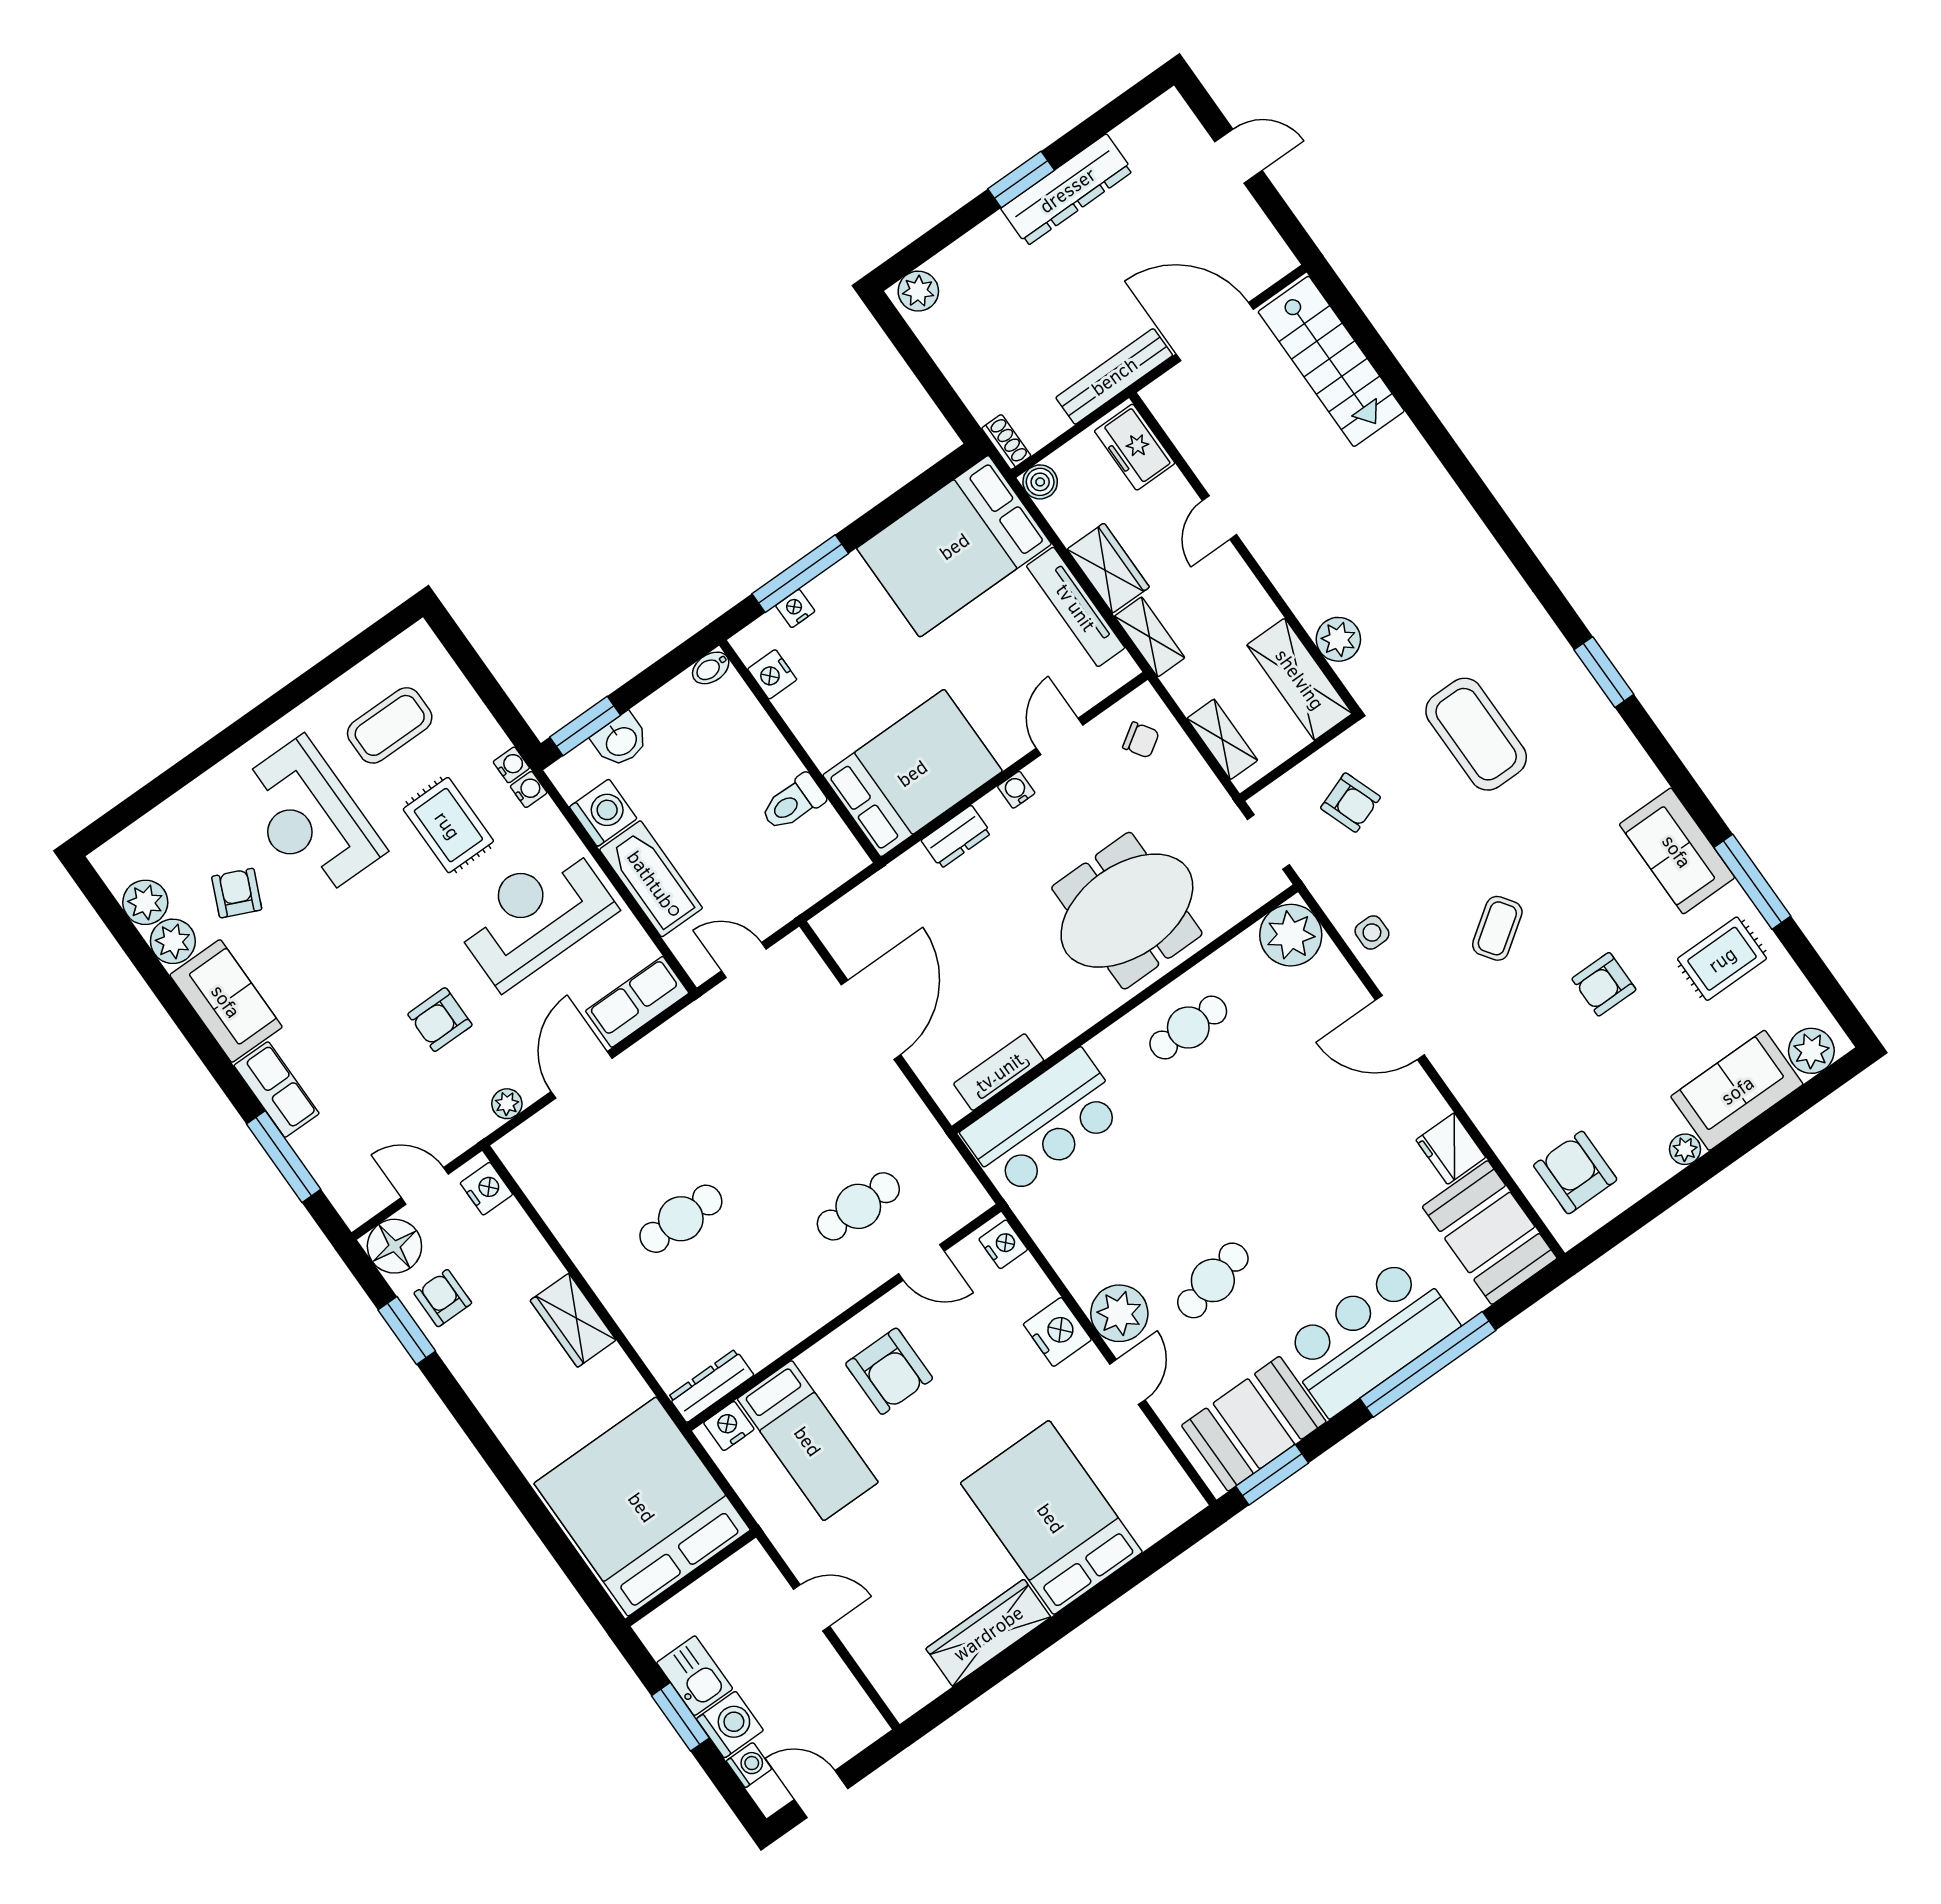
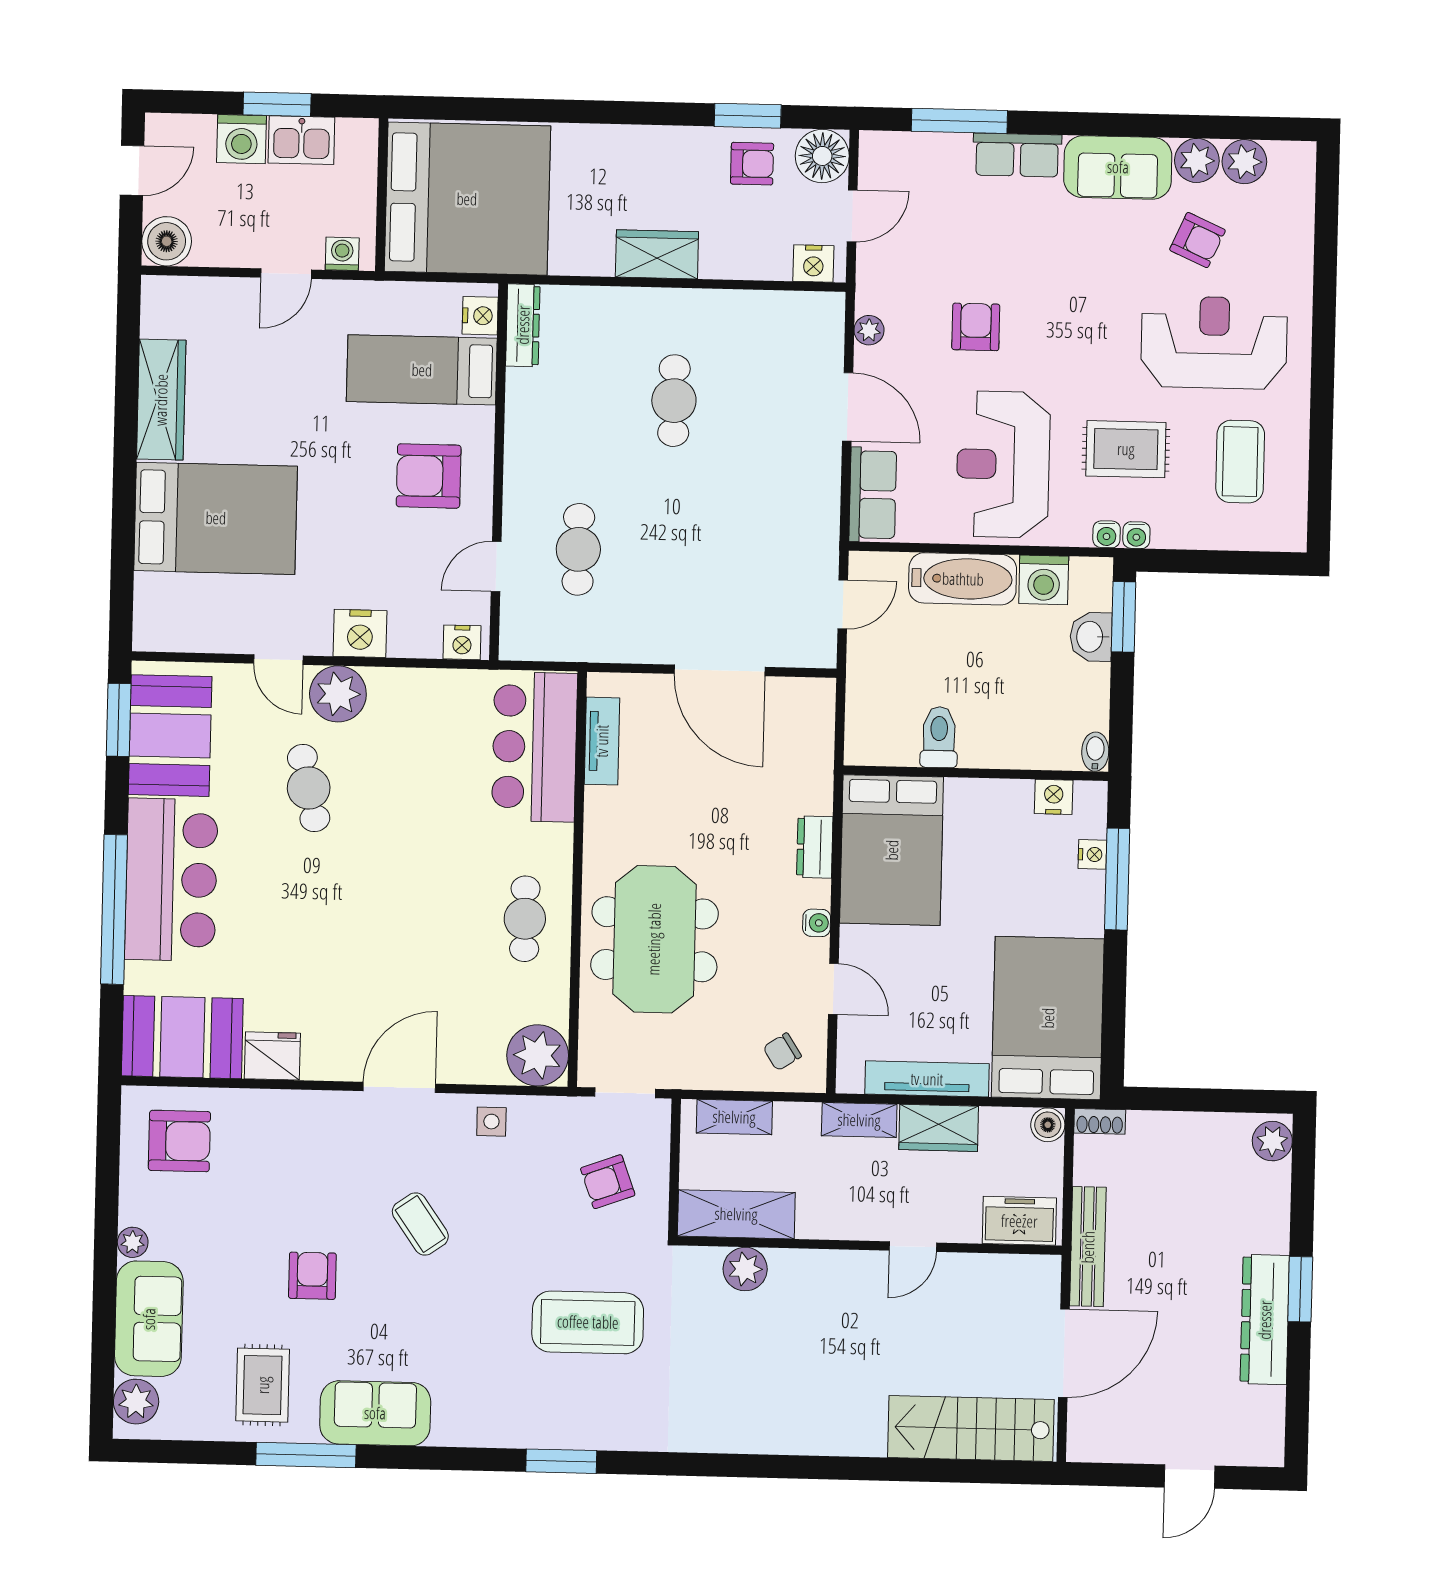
door: (1219, 518) -> (913, 1247), swing flipped
reception desk: (534, 915) -> (1003, 464), turned 180
boiler: (857, 1724) -> (167, 241), added
washing machine: (749, 1765) -> (342, 254), moved, turned 180

